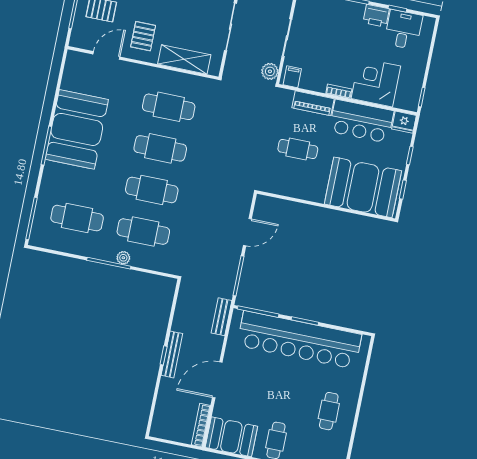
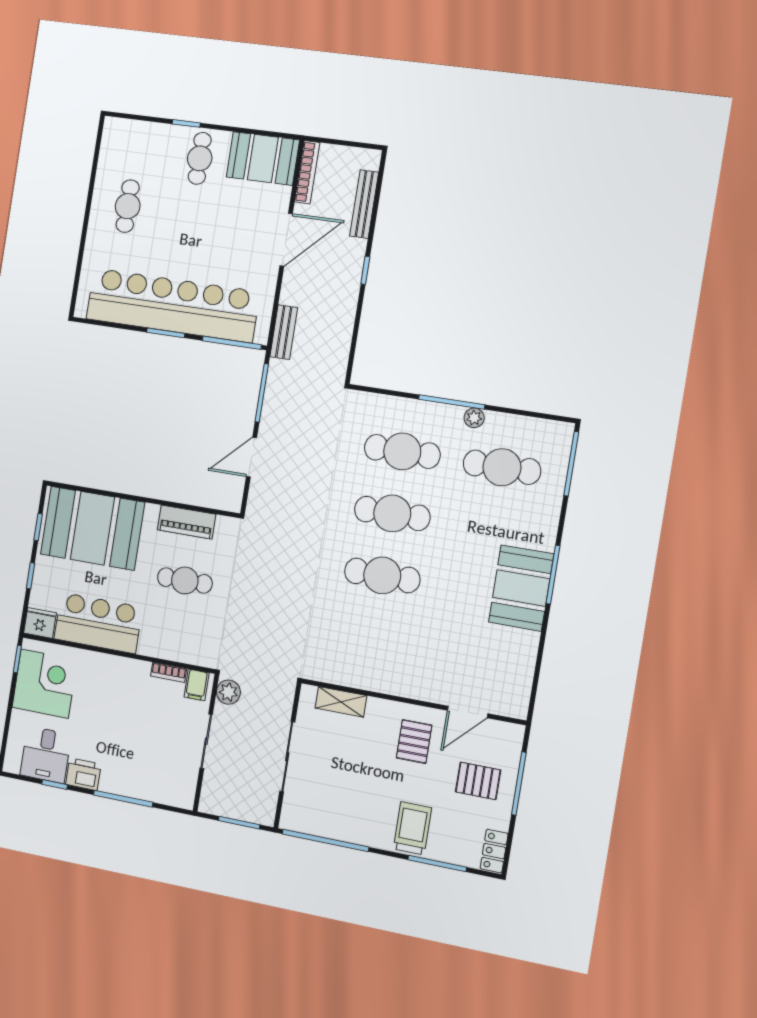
shelving: (184, 59) -> (341, 702), width x0.67, depth x0.75
corner desk: (376, 82) -> (45, 684), moved, turned -90
bookcase: (339, 91) -> (169, 672), moved
piano: (313, 103) -> (187, 522), moved, turned 180
cafe table: (169, 107) -> (372, 637), removed
booth: (77, 129) -> (521, 588), width x0.73, depth x0.70
plant: (123, 258) -> (474, 418), moved
bench: (172, 354) -> (364, 204), moved

